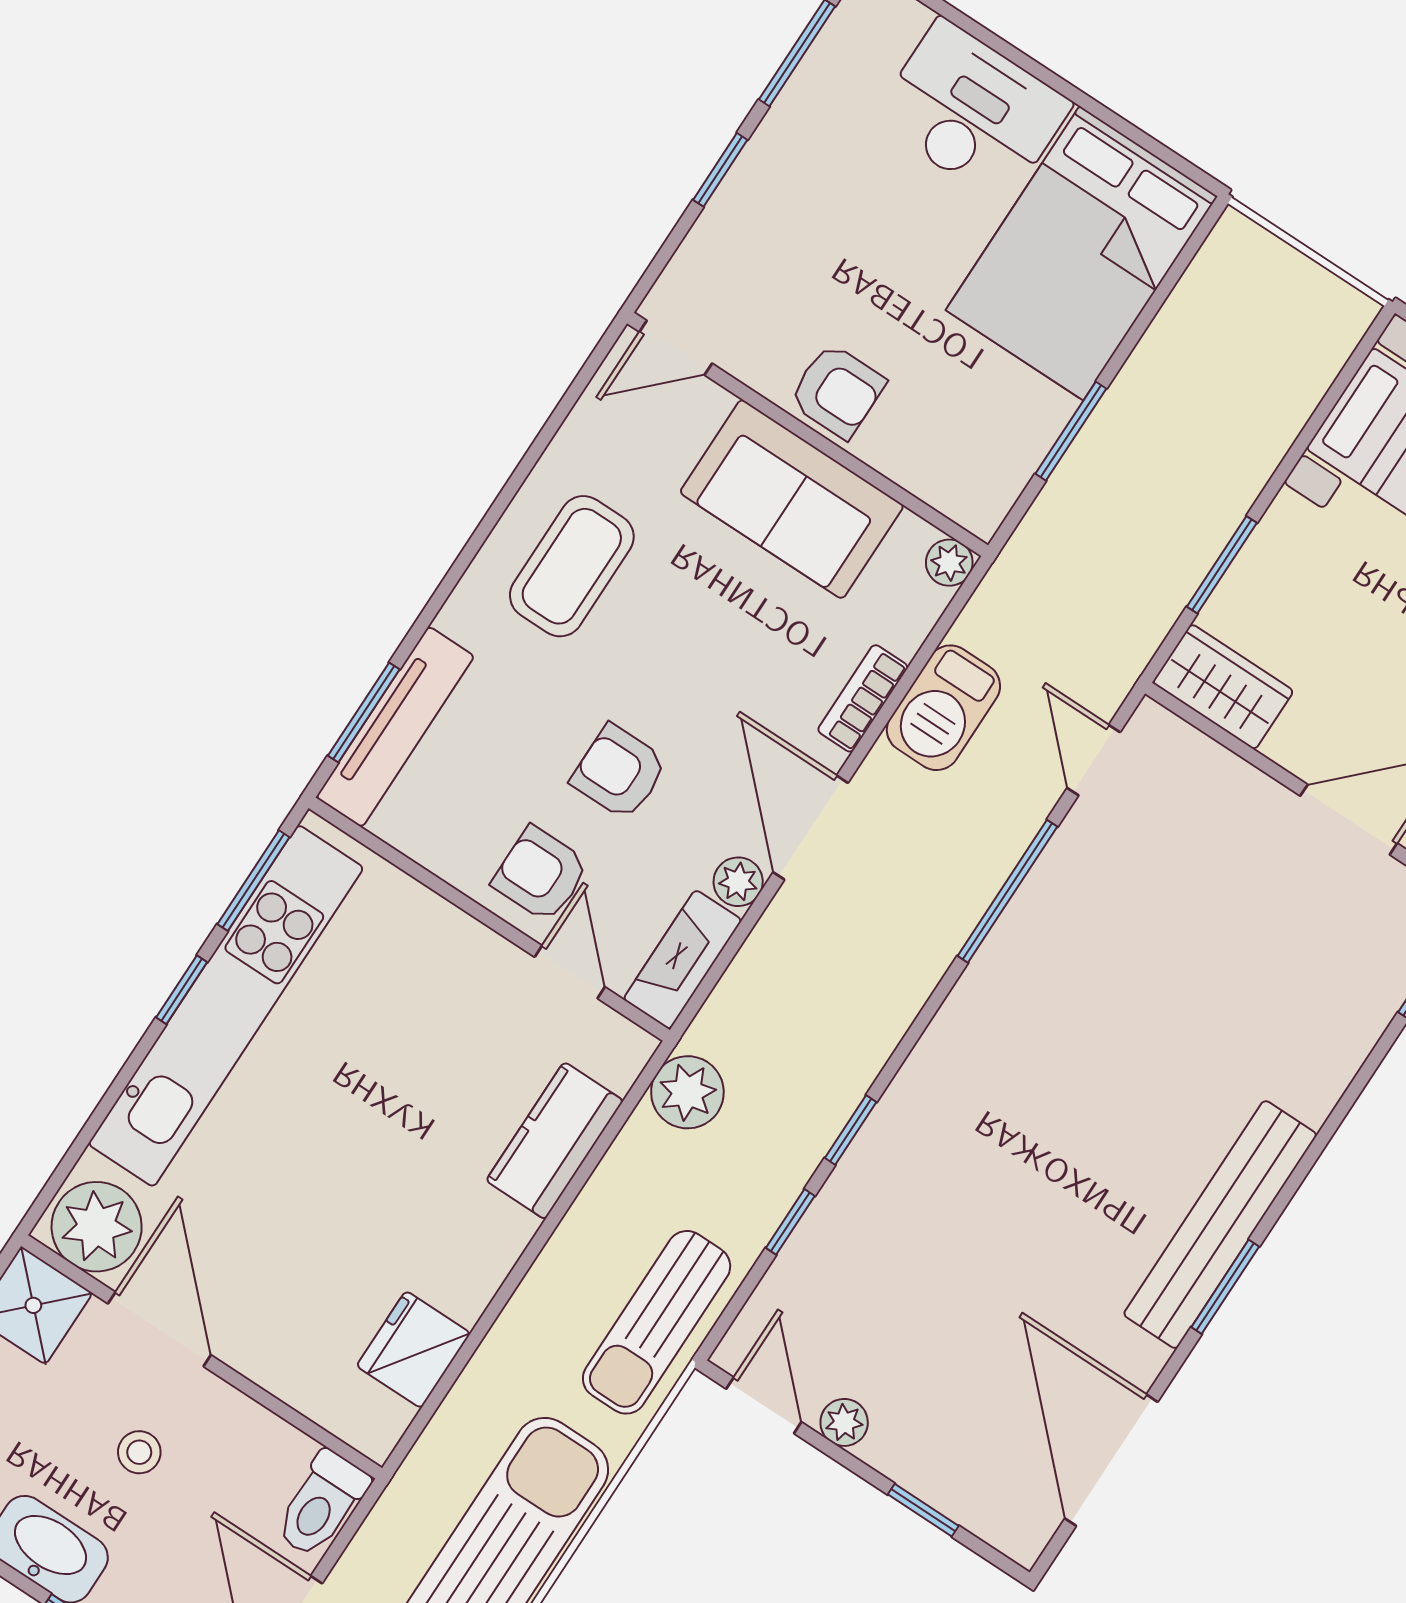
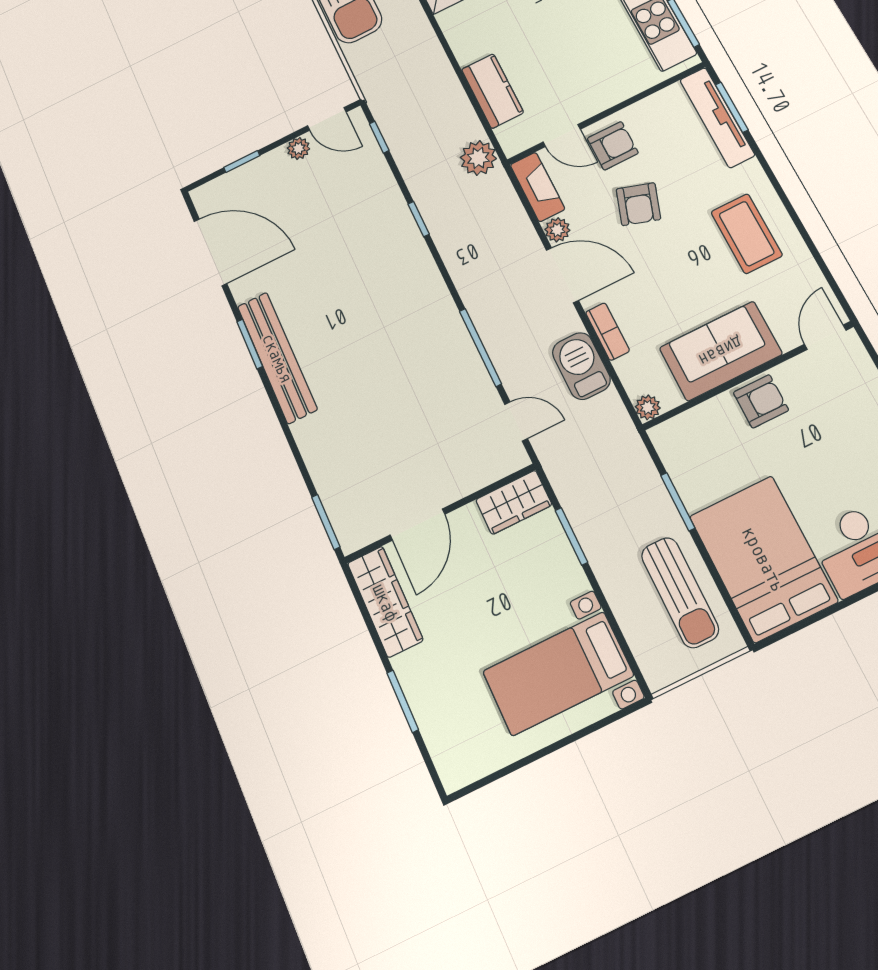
armchair: (837, 391) -> (761, 401), turned 180
armchair: (619, 772) -> (638, 204), turned 108
window: (790, 1222) -> (379, 137), moved
sun lounger: (657, 1322) -> (680, 592), moved, turned 180

